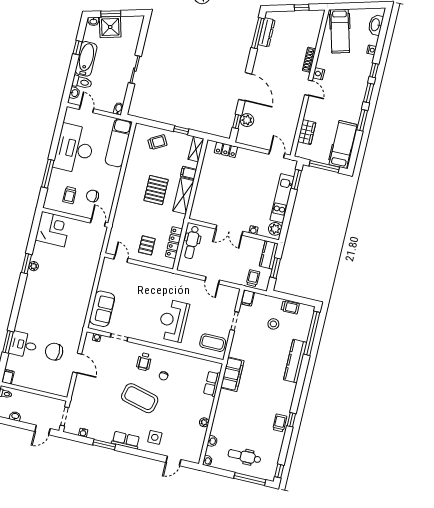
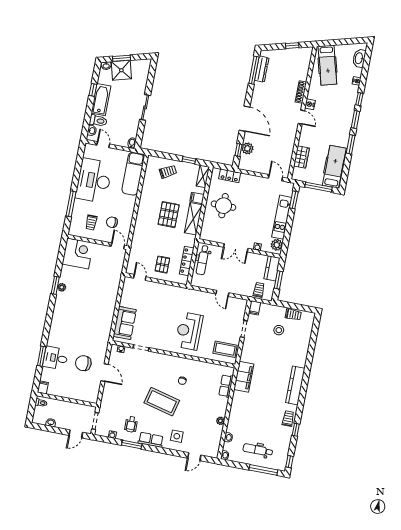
round table: (218, 183) -> (224, 206), added
window: (312, 333) -> (314, 337), removed
kitchen counter: (295, 361) -> (295, 385), moved
wheelchair: (144, 362) -> (131, 424), moved
window: (291, 420) -> (296, 430), moved

